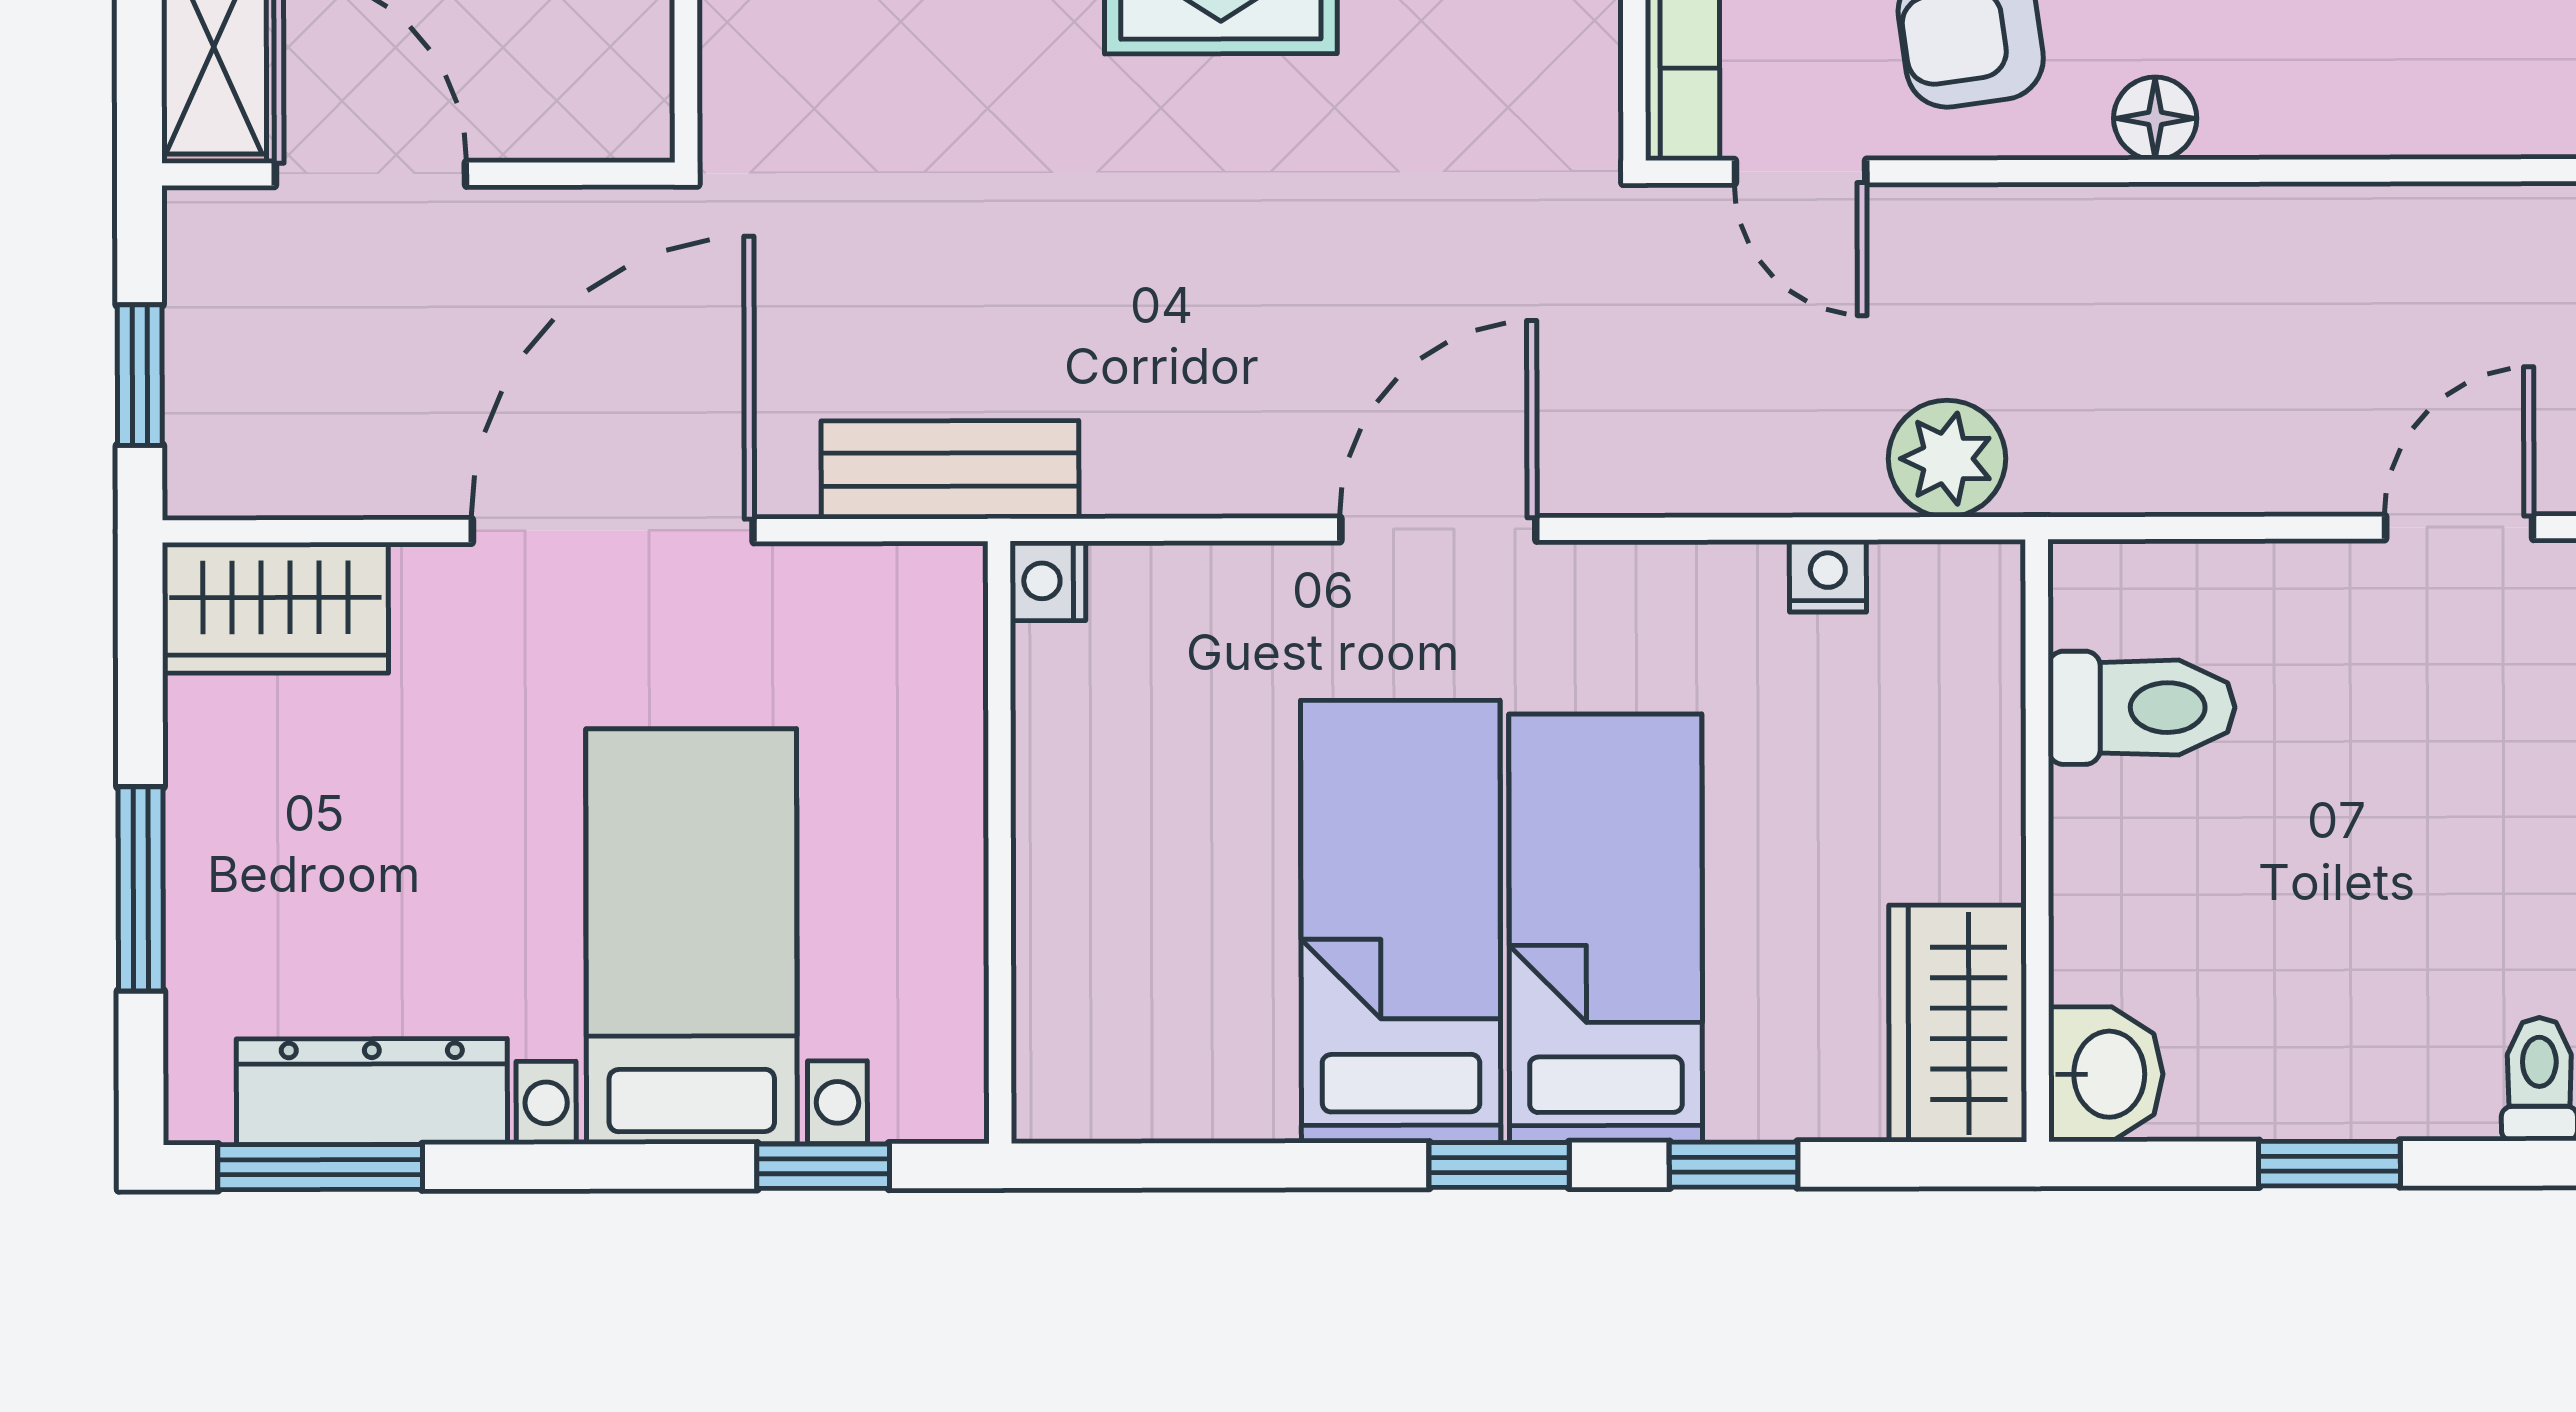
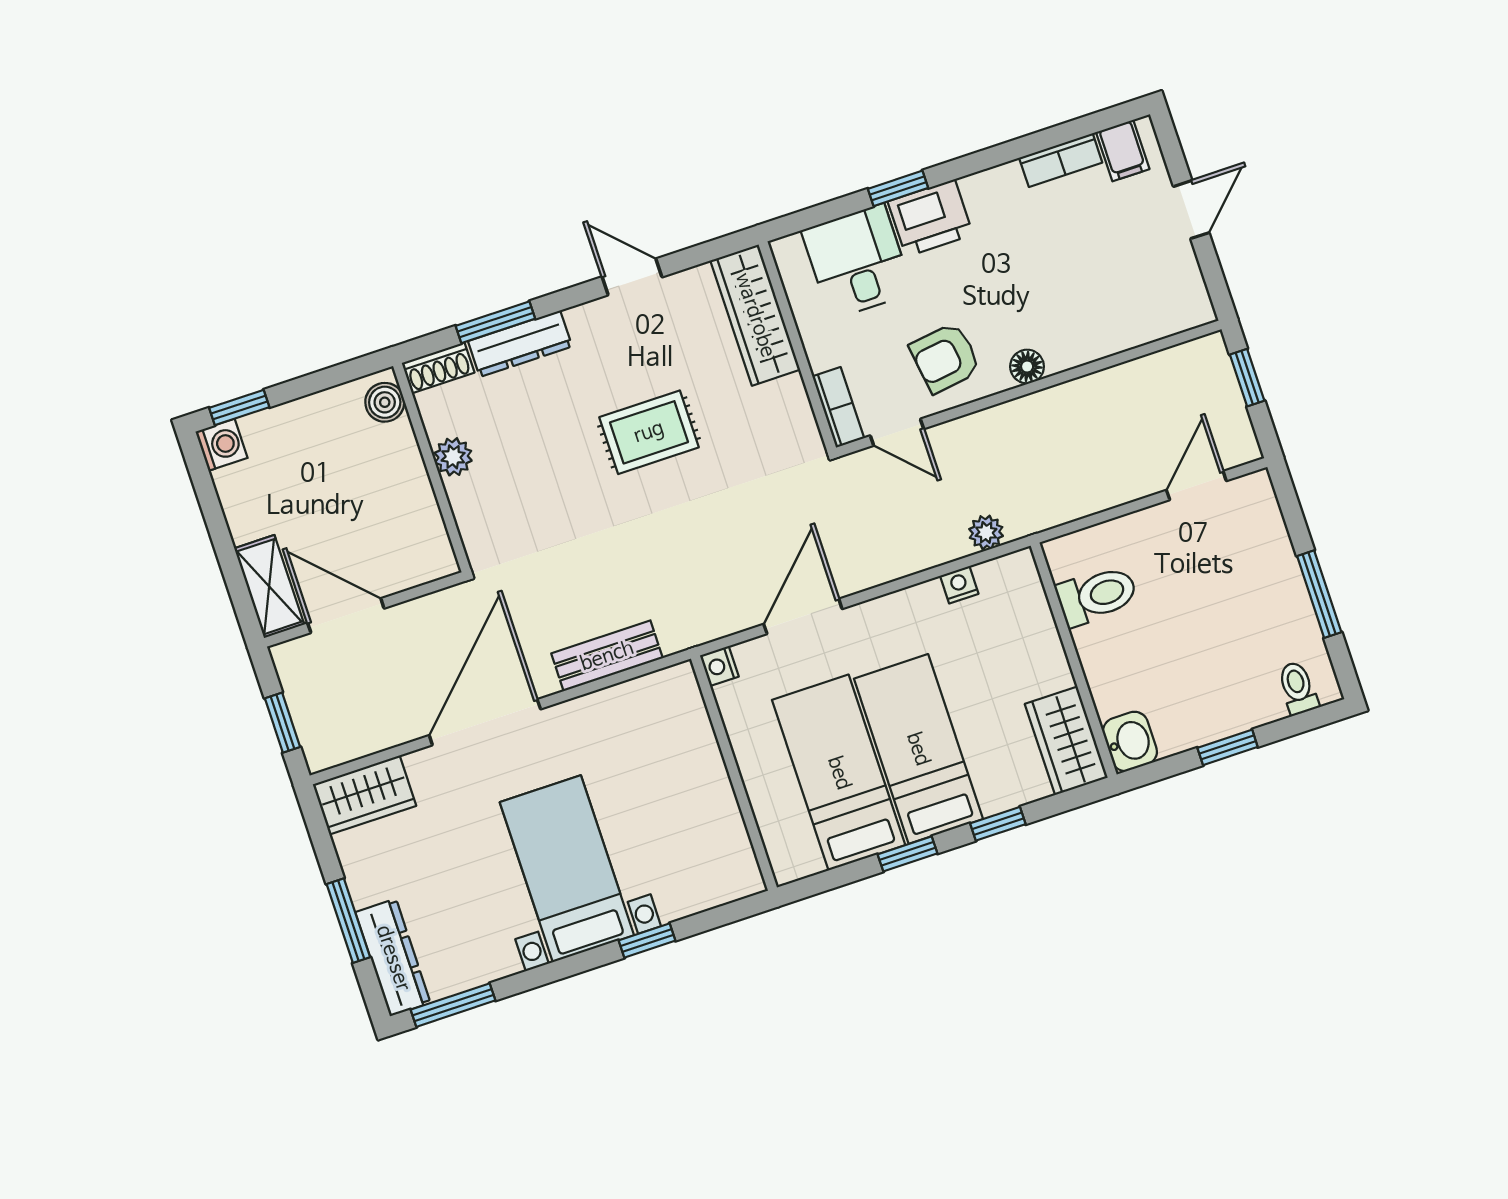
plant: (1947, 459) -> (986, 532), width x0.73, depth x0.73
nightstand: (1048, 581) -> (719, 666), moved
wall: (1000, 842) -> (734, 773), moved
dresser: (372, 1092) -> (393, 958), moved, turned 90

